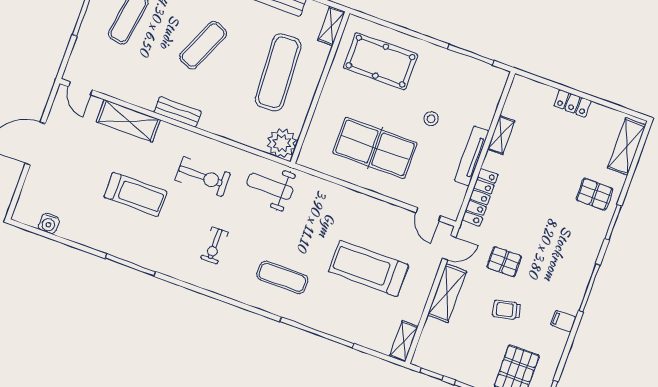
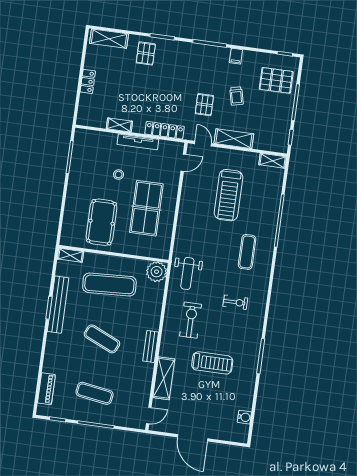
pool table: (381, 61) -> (102, 222), moved
treadmill: (135, 194) -> (212, 363), turned 90

